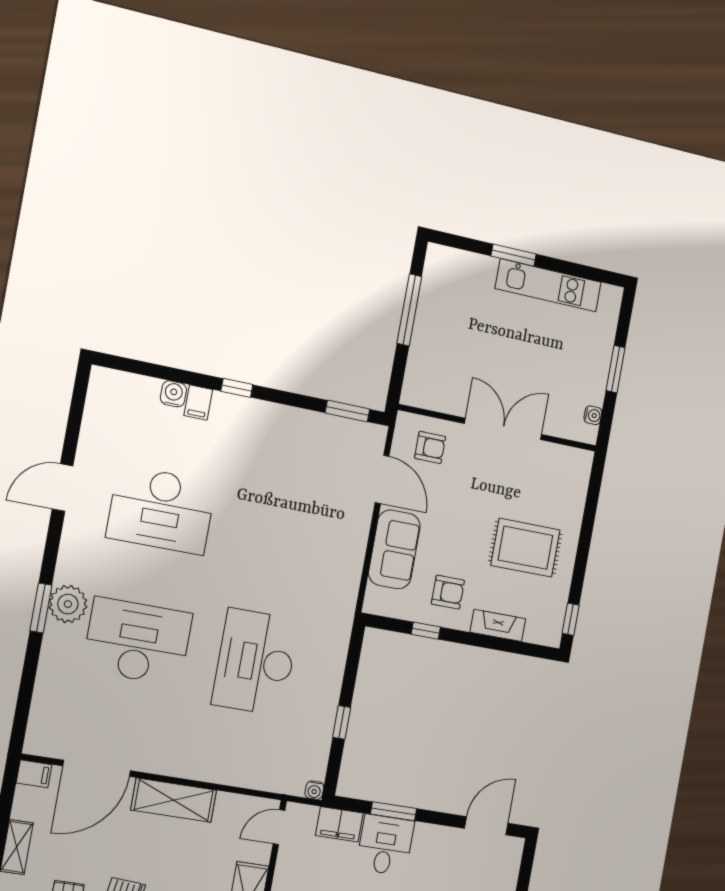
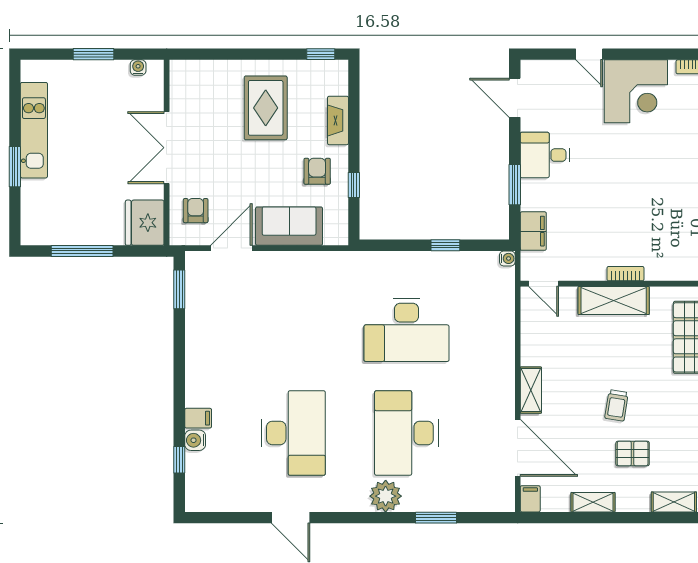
fridge: (427, 387) -> (145, 223), added
window: (237, 388) -> (179, 460), moved
window: (41, 608) -> (436, 518), moved
shelving: (174, 800) -> (531, 390), width x0.67, depth x0.75
desk: (385, 845) -> (545, 155), moved

